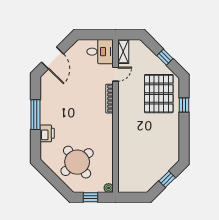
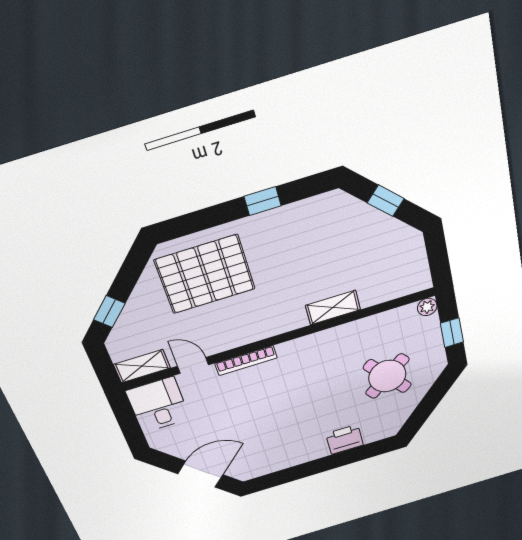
window: (165, 57) -> (109, 312), moved
window: (184, 105) -> (263, 201), moved
window: (35, 115) -> (315, 467), removed
shelving: (123, 145) -> (333, 308), added
round table: (77, 162) -> (387, 376), width x0.73, depth x0.73

